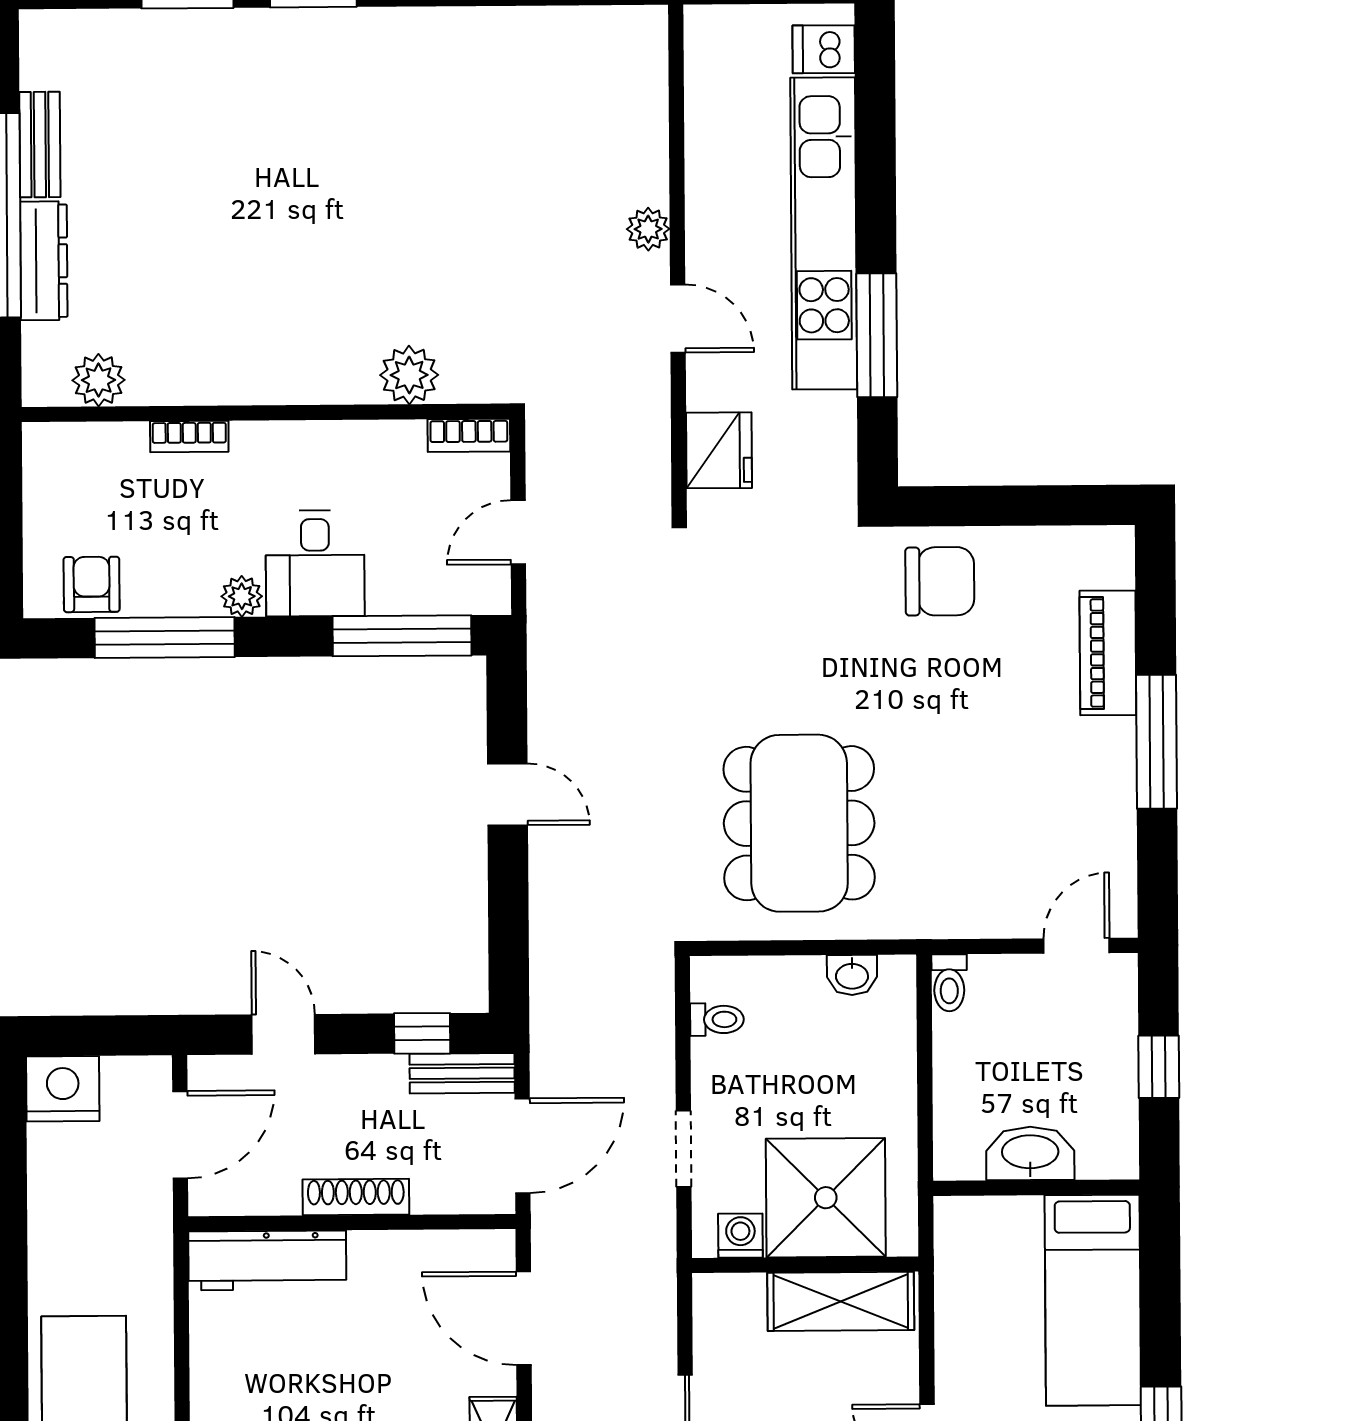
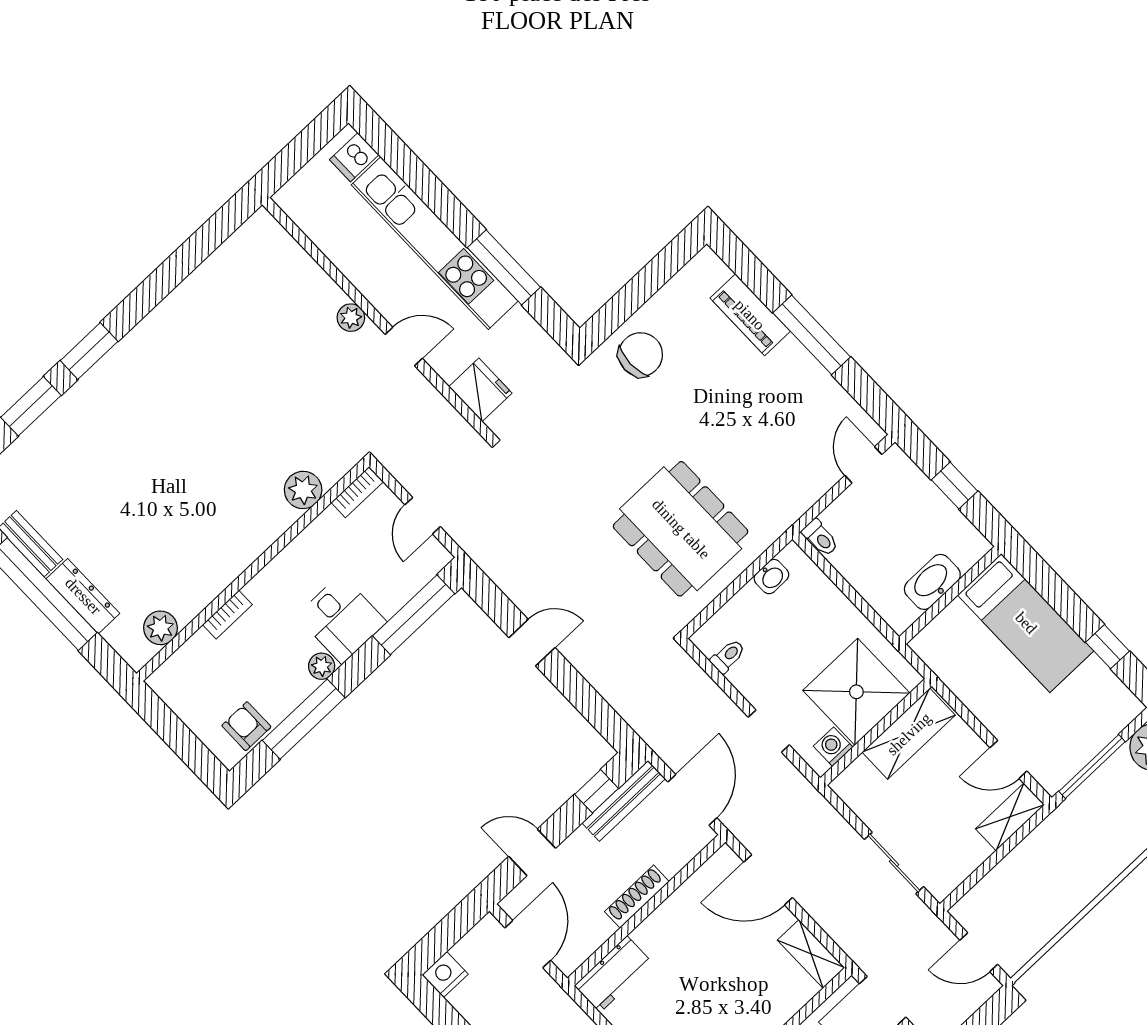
bench: (462, 1073) -> (624, 801), width x1.36
nightstand: (63, 1089) -> (445, 974), width x0.74, depth x0.75
workbench: (267, 1260) -> (613, 974), width x0.73

